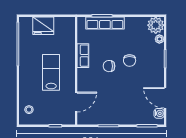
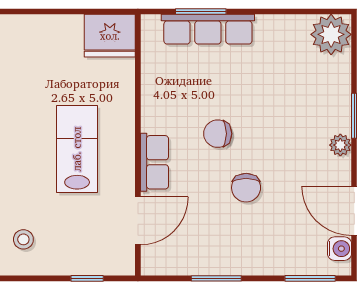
fridge: (43, 26) -> (110, 36), moved
plant: (159, 39) -> (340, 145), moved
row of seats: (83, 56) -> (154, 162), moved
chair: (130, 60) -> (246, 188), moved

